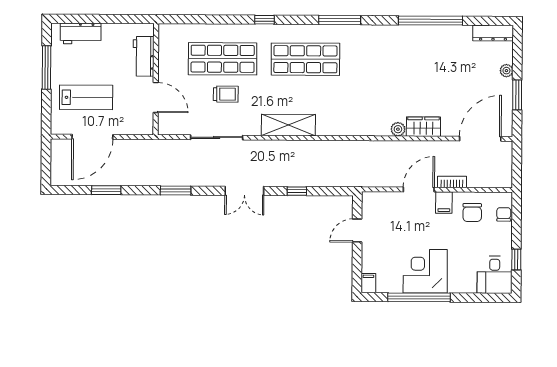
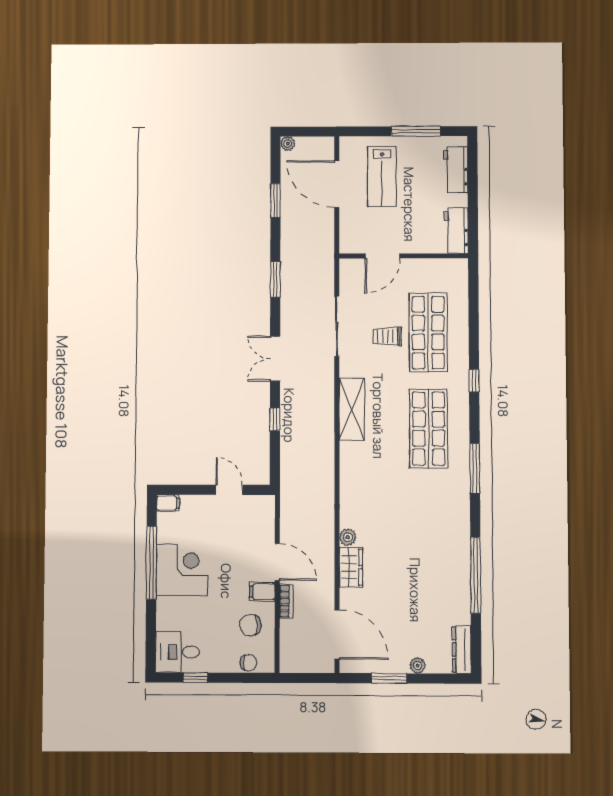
workbench: (144, 56) -> (456, 231), moved, turned -90
trolley: (226, 94) -> (387, 336), turned 90
plant: (56, 179) -> (288, 144), added

